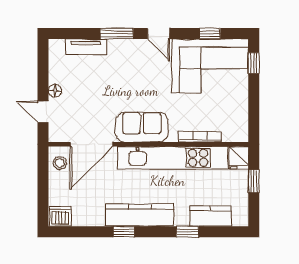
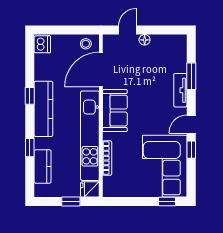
window: (117, 34) -> (191, 76), moved
window: (210, 34) -> (191, 150), moved
tv unit: (86, 47) -> (180, 90), moved
door: (91, 144) -> (101, 69), hinge flipped

